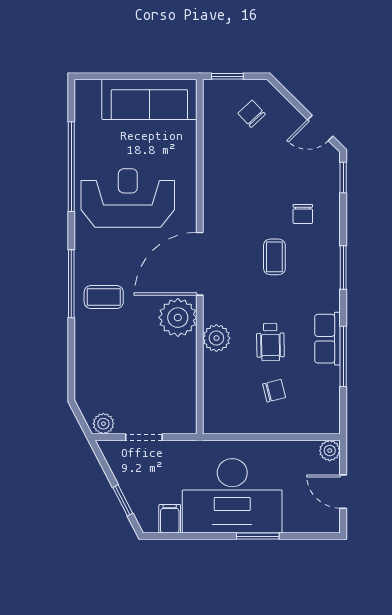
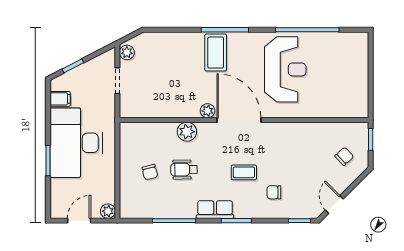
sofa: (149, 99) -> (354, 85), removed
coffee table: (104, 297) -> (216, 53), width x1.36, depth x1.30
plant: (178, 318) -> (207, 111), width x0.53, depth x0.53
row of seats: (327, 339) -> (215, 210), moved

